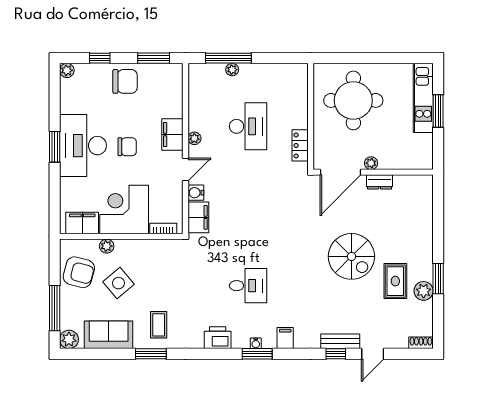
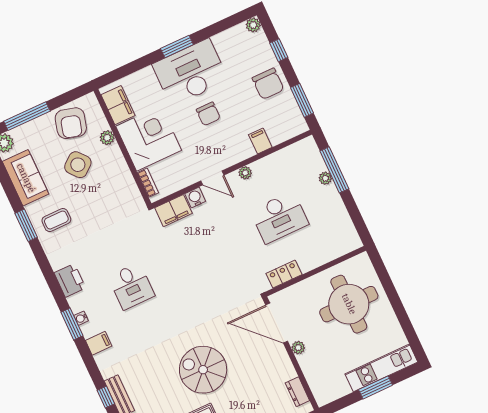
filing cabinet: (172, 134) -> (260, 141), moved, width x0.50
dresser: (380, 182) -> (297, 392), moved
spiral stairs: (351, 256) -> (203, 370), turned 90

